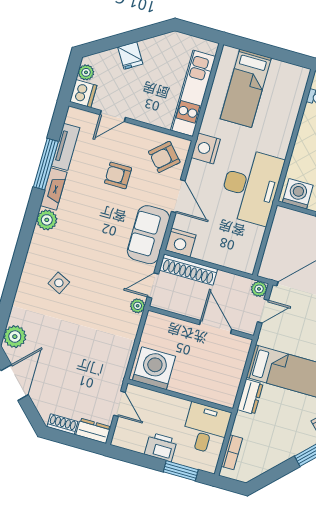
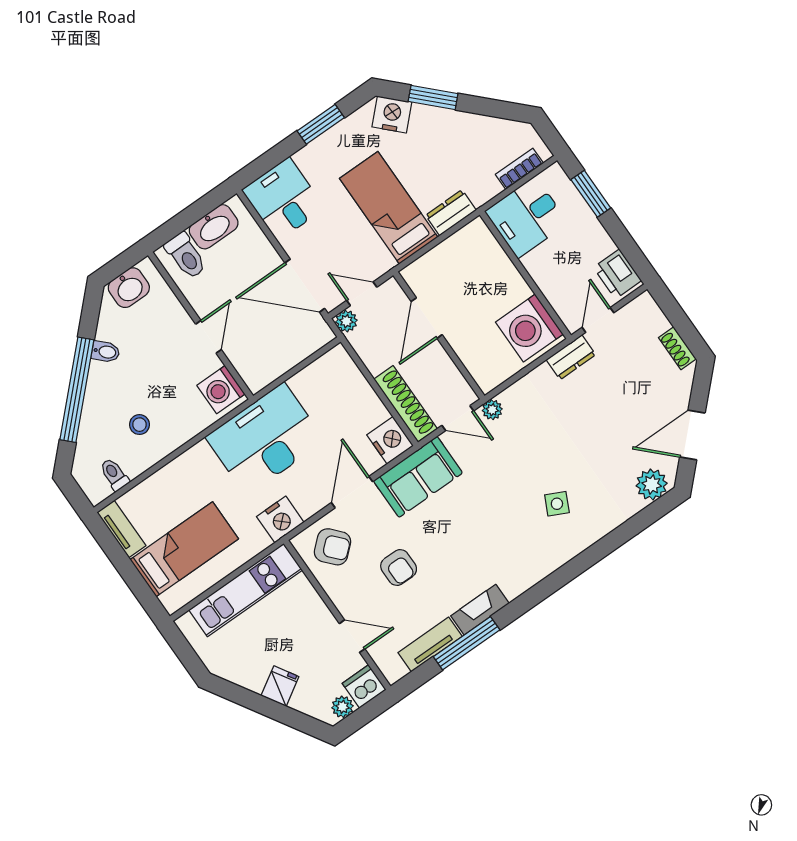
tv unit: (290, 71) -> (121, 529), added
plant: (47, 220) -> (515, 582), removed
dresser: (93, 431) -> (571, 357), moved, turned -90
printer: (161, 447) -> (617, 274), moved

